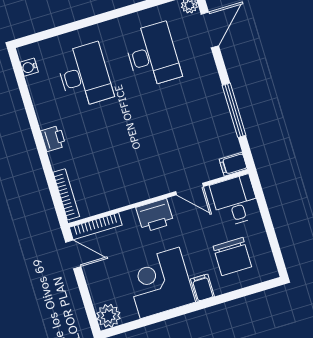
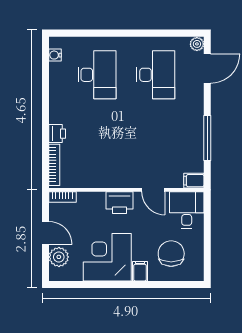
printer: (53, 138) -> (57, 134), moved
bookcase: (96, 226) -> (62, 197), width x0.64
door: (73, 254) -> (45, 233), moved
chair: (232, 256) -> (171, 254), turned 180
plant: (108, 316) -> (59, 257), moved

